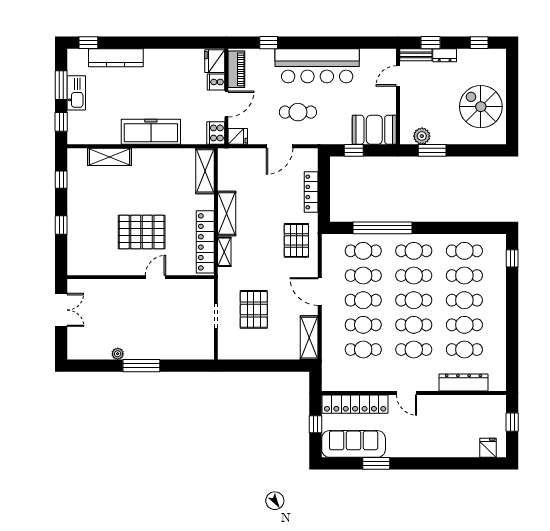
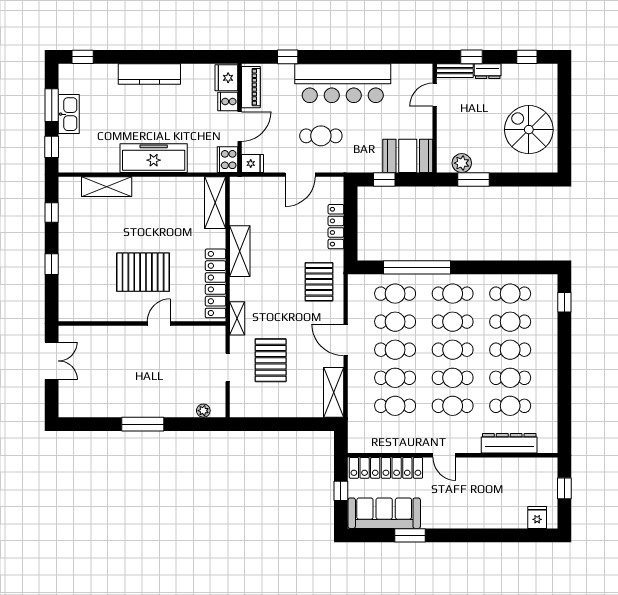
kitchen counter: (116, 58) -> (149, 74), moved
shelving: (224, 252) -> (237, 318), moved
plant: (118, 354) -> (203, 411), moved

